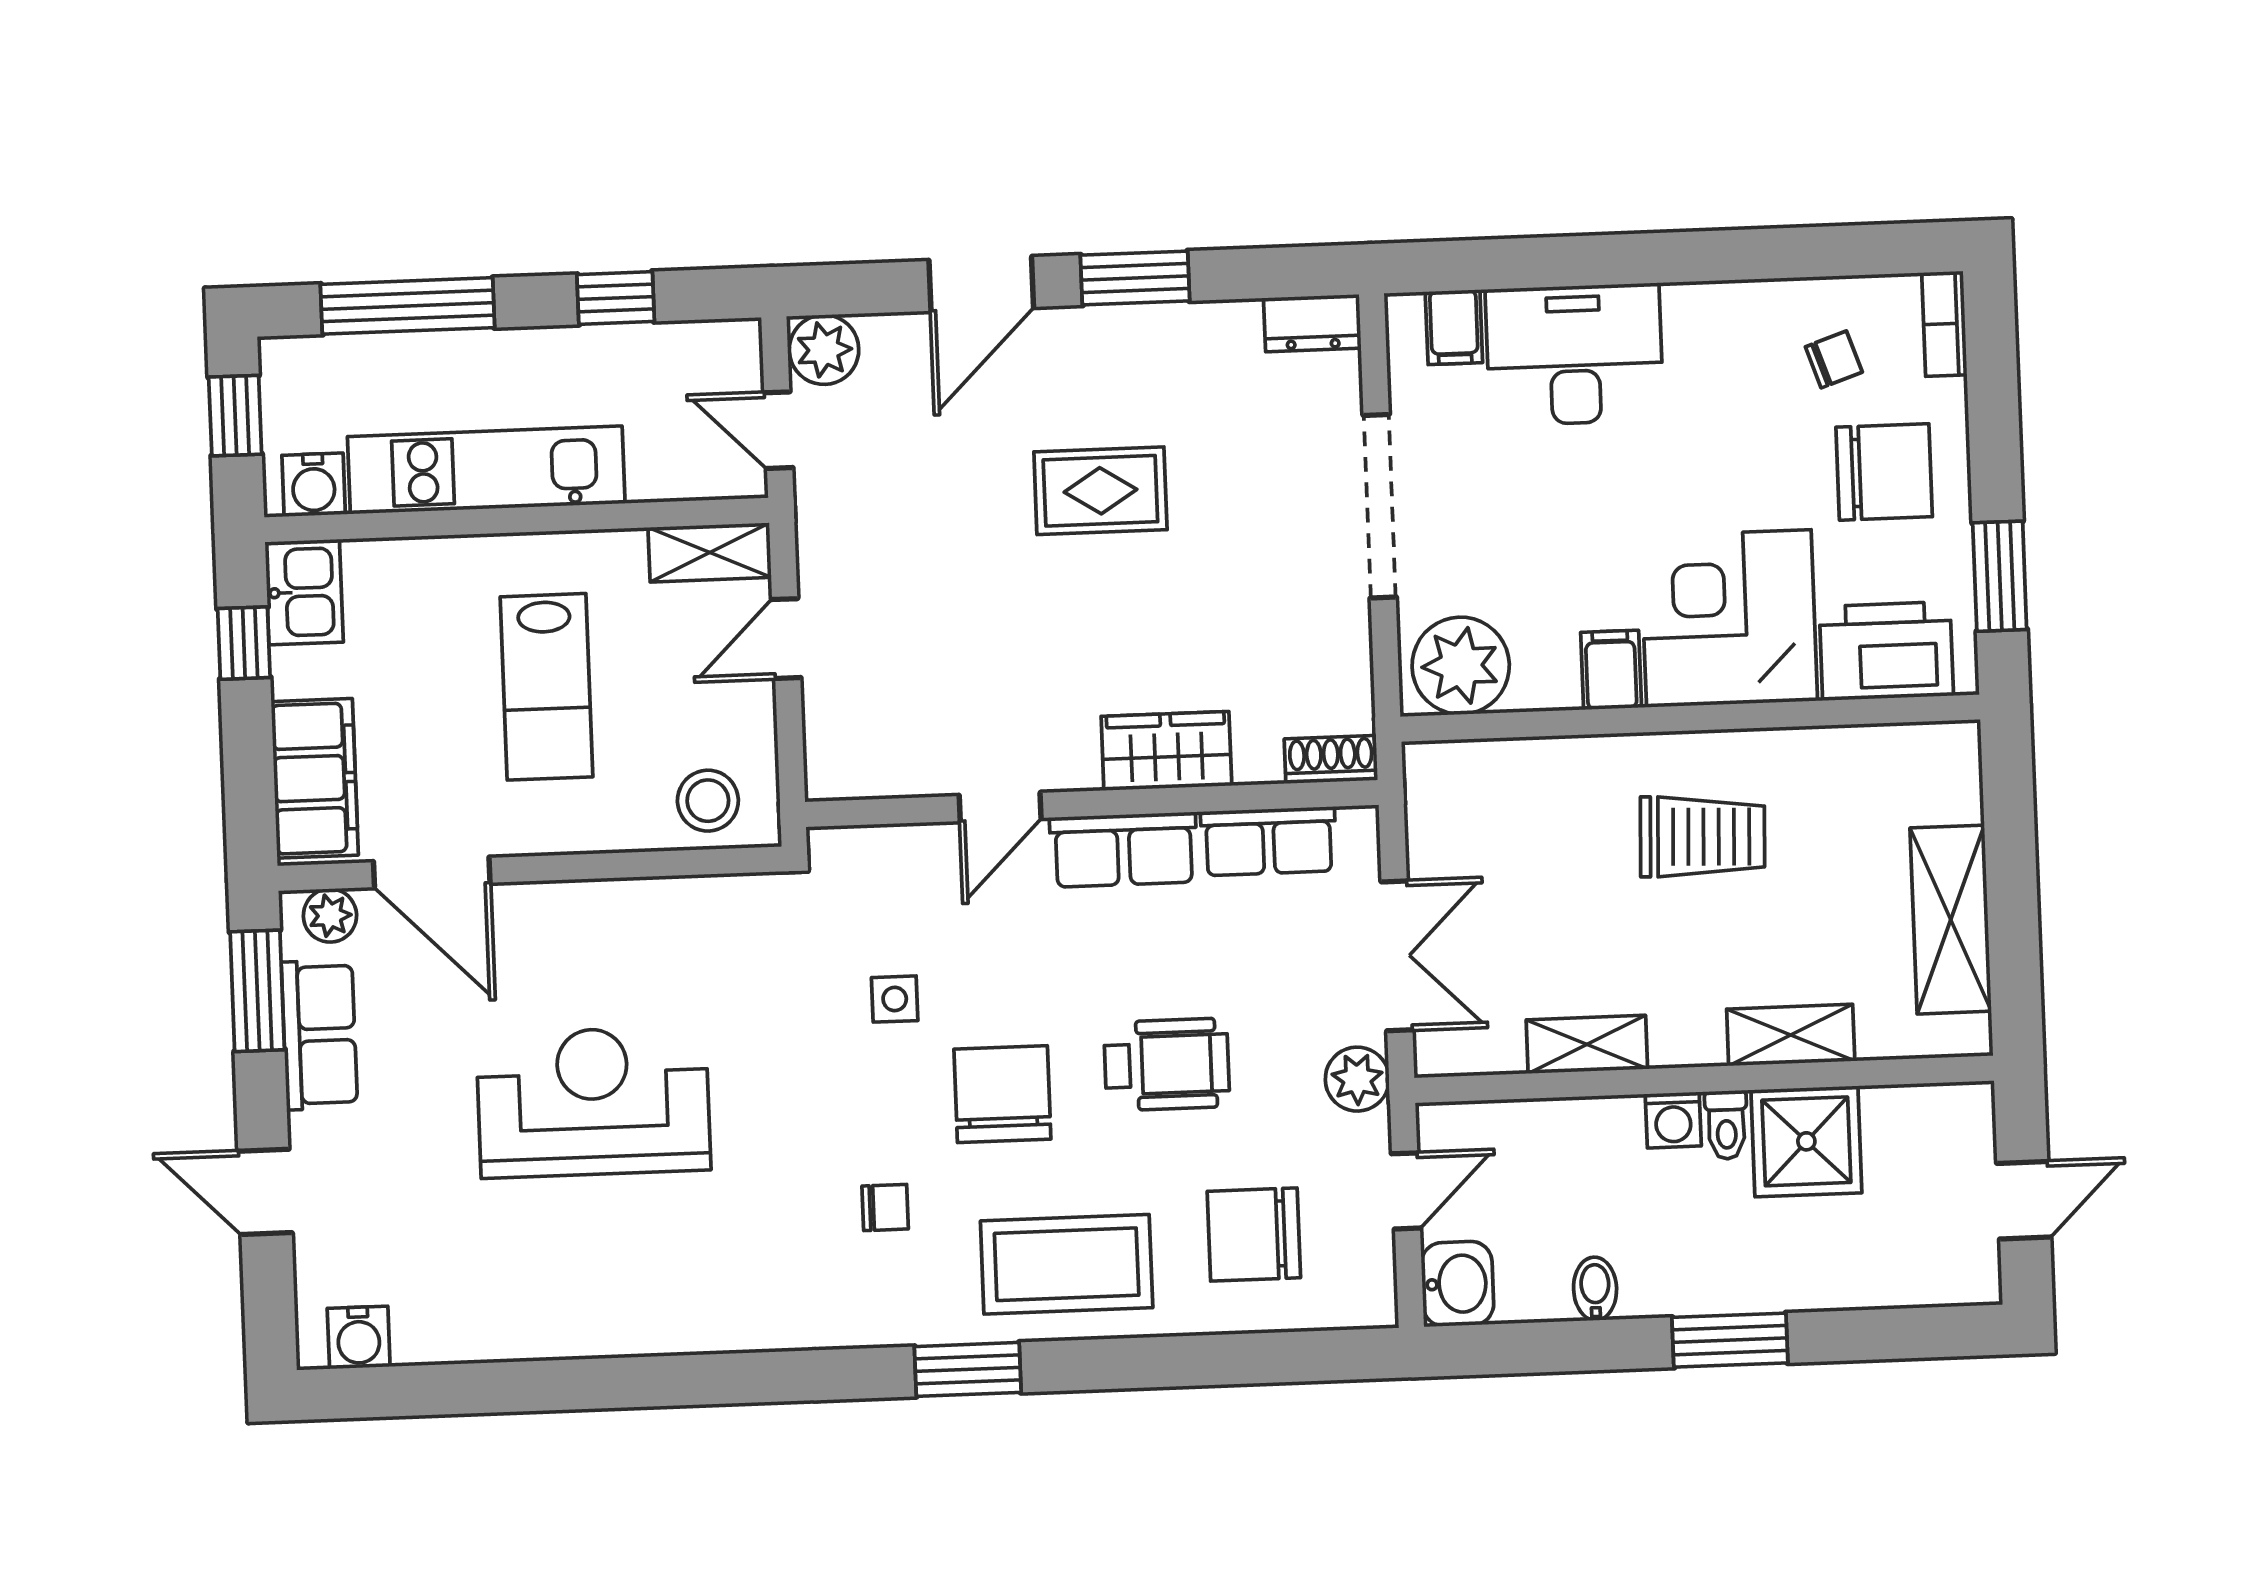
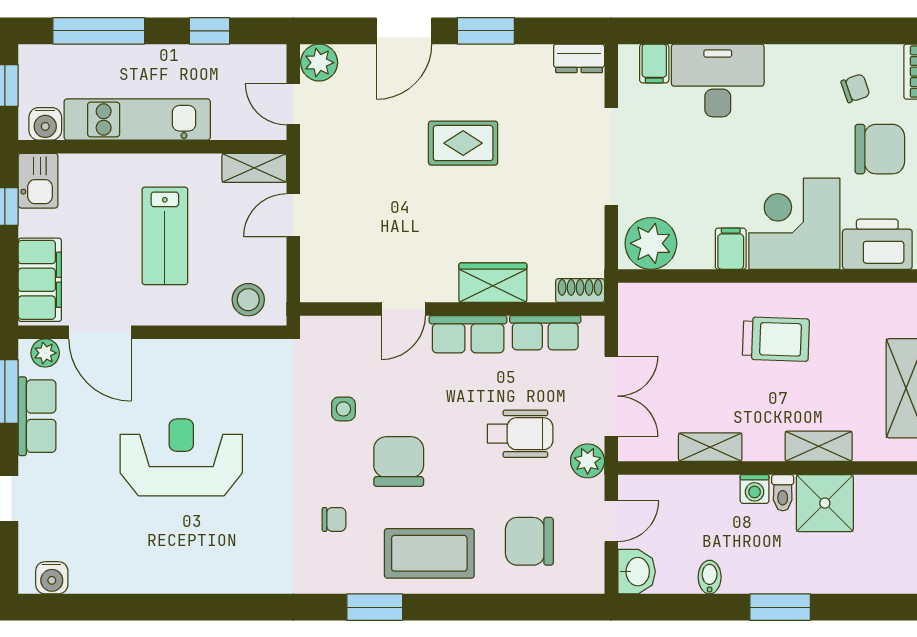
wheelchair: (1167, 1064) -> (520, 434), moved

